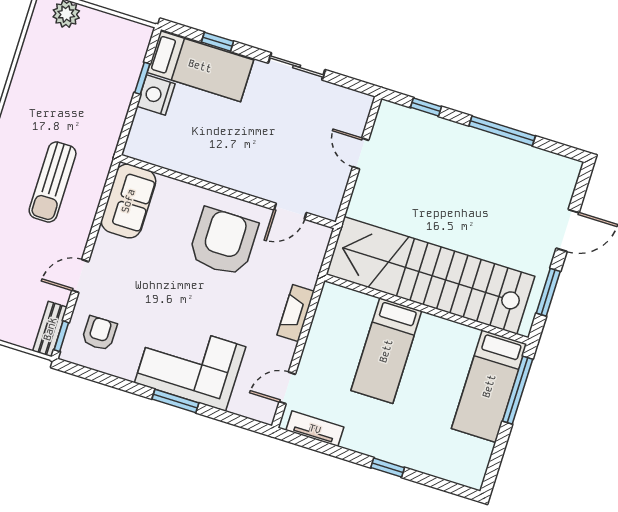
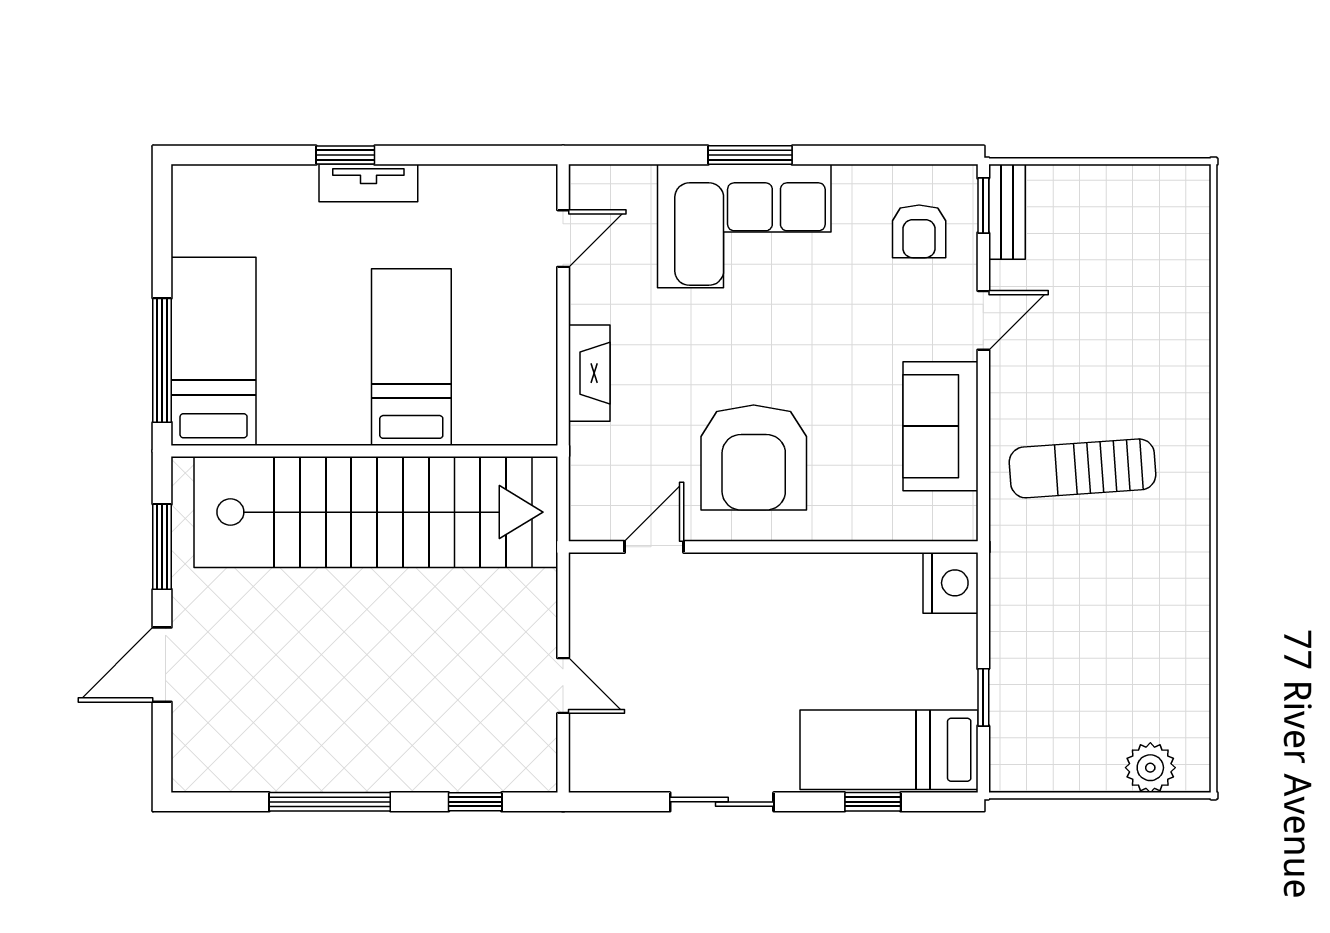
nightstand: (156, 95) -> (950, 583), moved
sun lounger: (53, 182) -> (1083, 468), turned -94
sofa: (128, 201) -> (940, 426), moved
tv unit: (315, 429) -> (368, 183), moved

